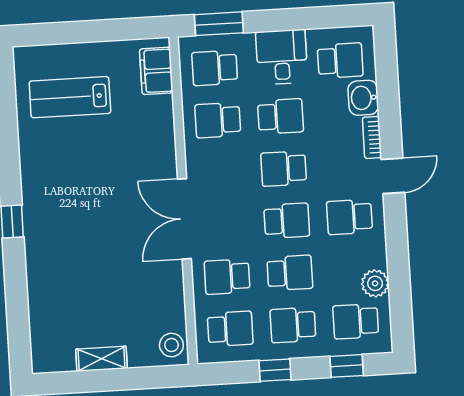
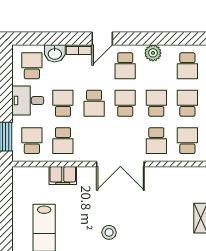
school desk: (215, 68) -> (32, 141), turned 180
filing cabinet: (156, 71) -> (63, 175), moved
door: (393, 176) -> (102, 39), swing flipped
plant: (375, 283) -> (153, 53), moved
school desk: (293, 325) -> (187, 103), turned 180
stool: (171, 345) -> (109, 232), moved

